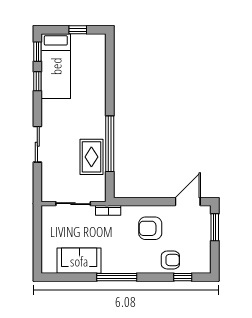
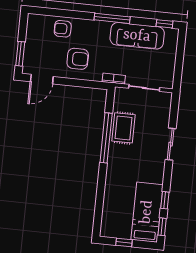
sofa: (79, 261) -> (137, 36), width x1.36
window: (183, 277) -> (164, 24), moved

